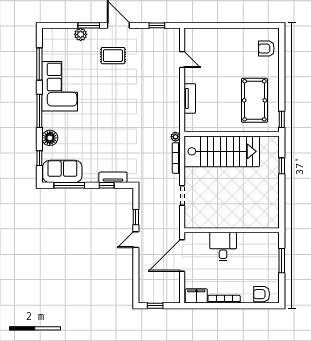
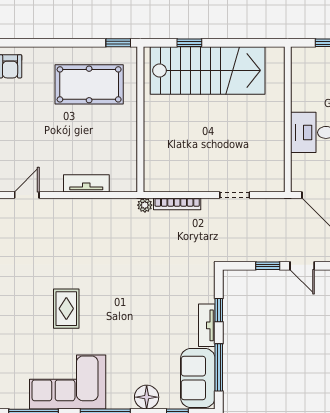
rug: (113, 56) -> (66, 309), moved
stairs: (222, 151) -> (208, 70), moved, turned 90
tv unit: (113, 177) -> (207, 325), moved

